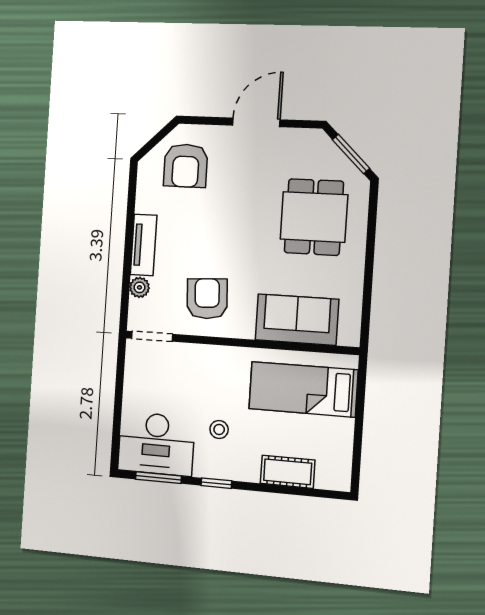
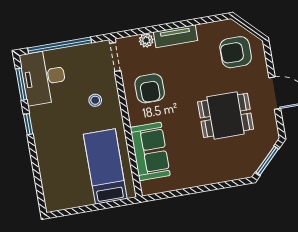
dining table: (314, 217) -> (226, 115), moved
armchair: (207, 299) -> (150, 88), turned 93
window: (118, 410) -> (60, 45), added
stool: (219, 430) -> (95, 100), moved
cot: (288, 472) -> (48, 169), removed

